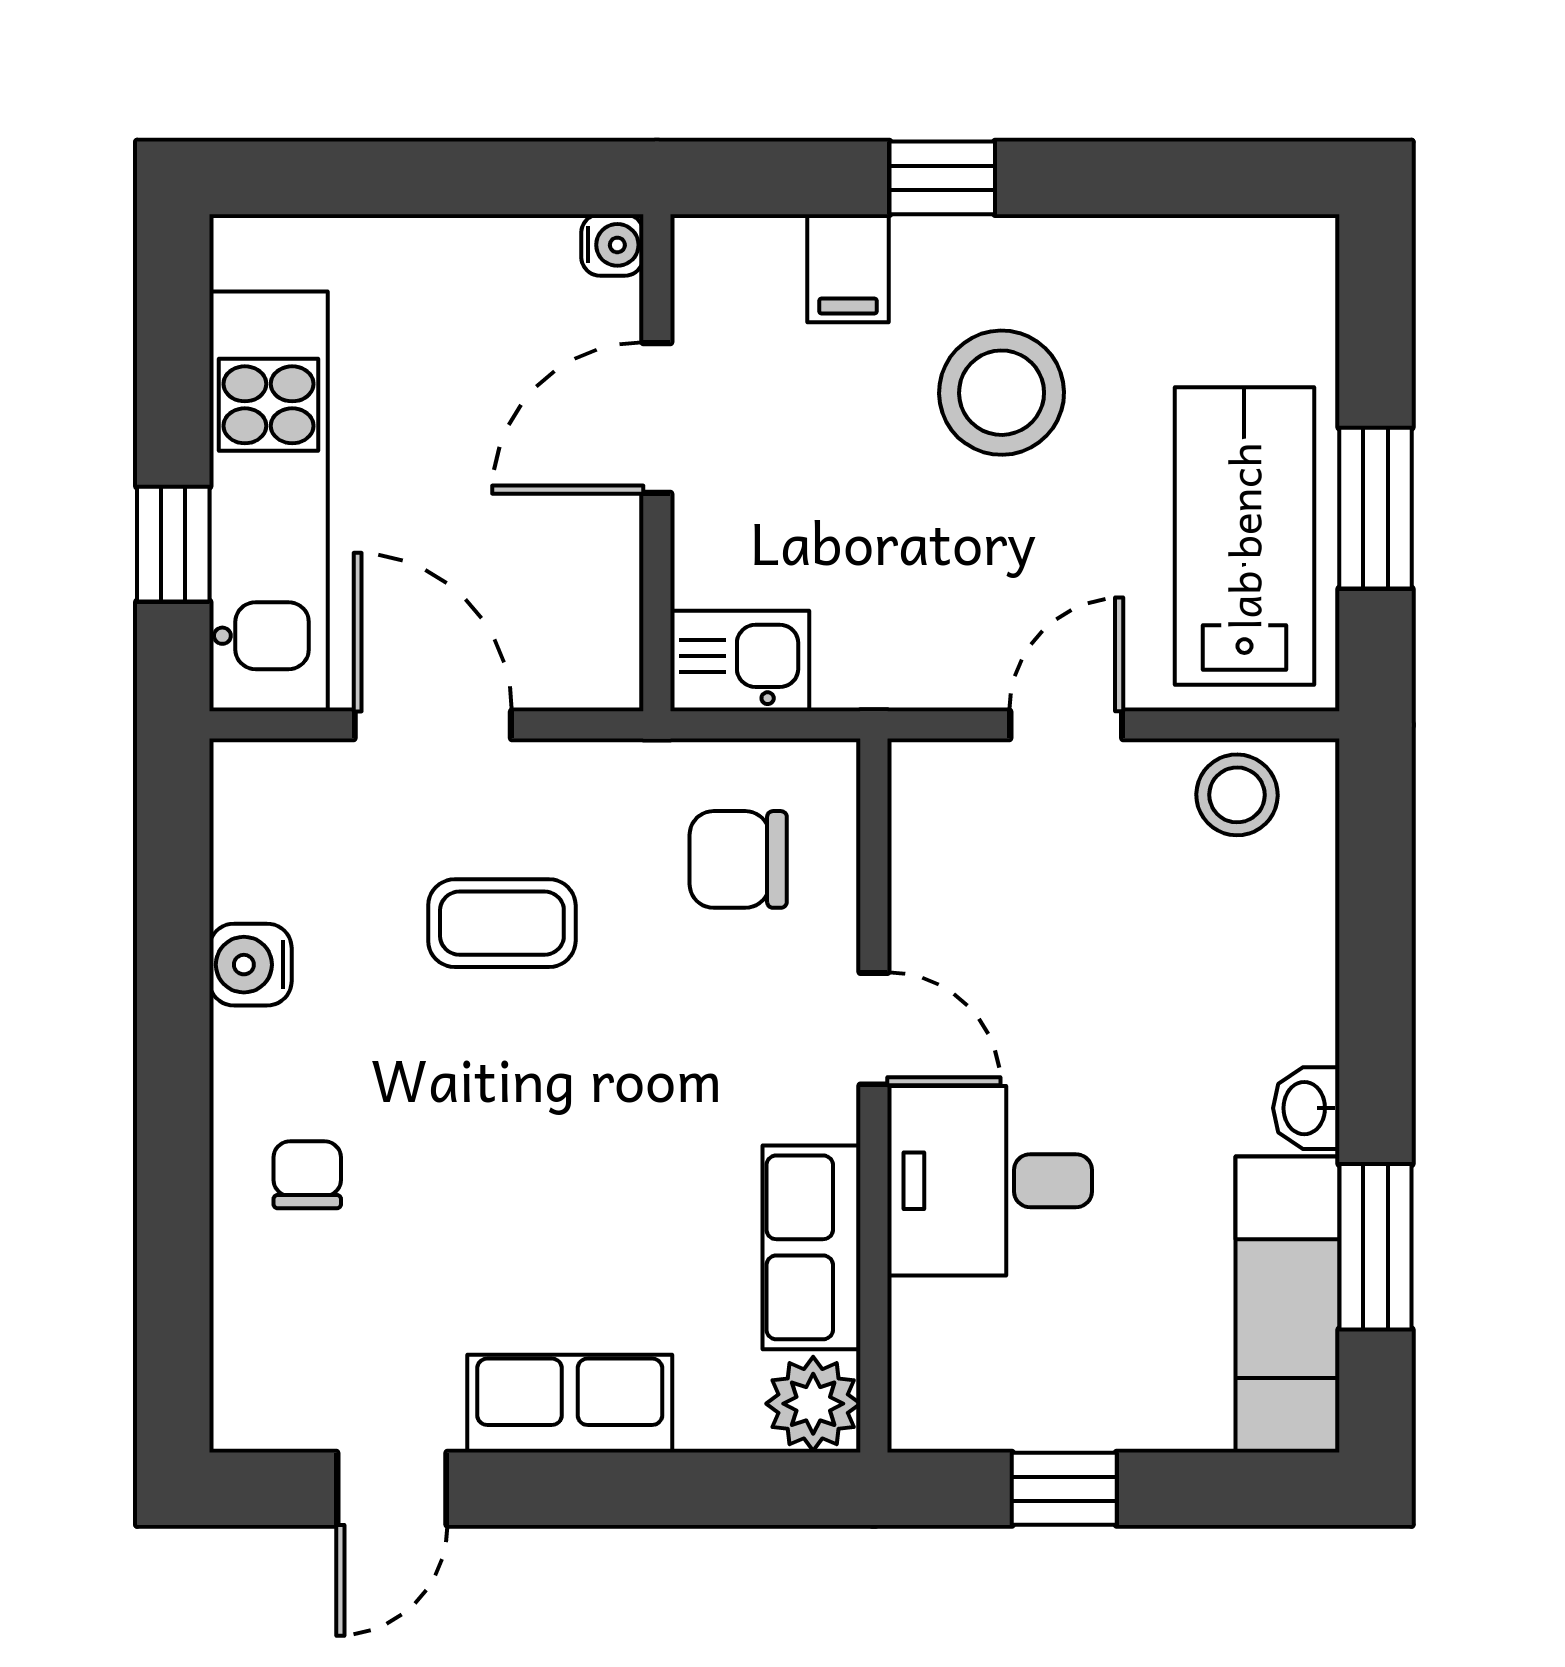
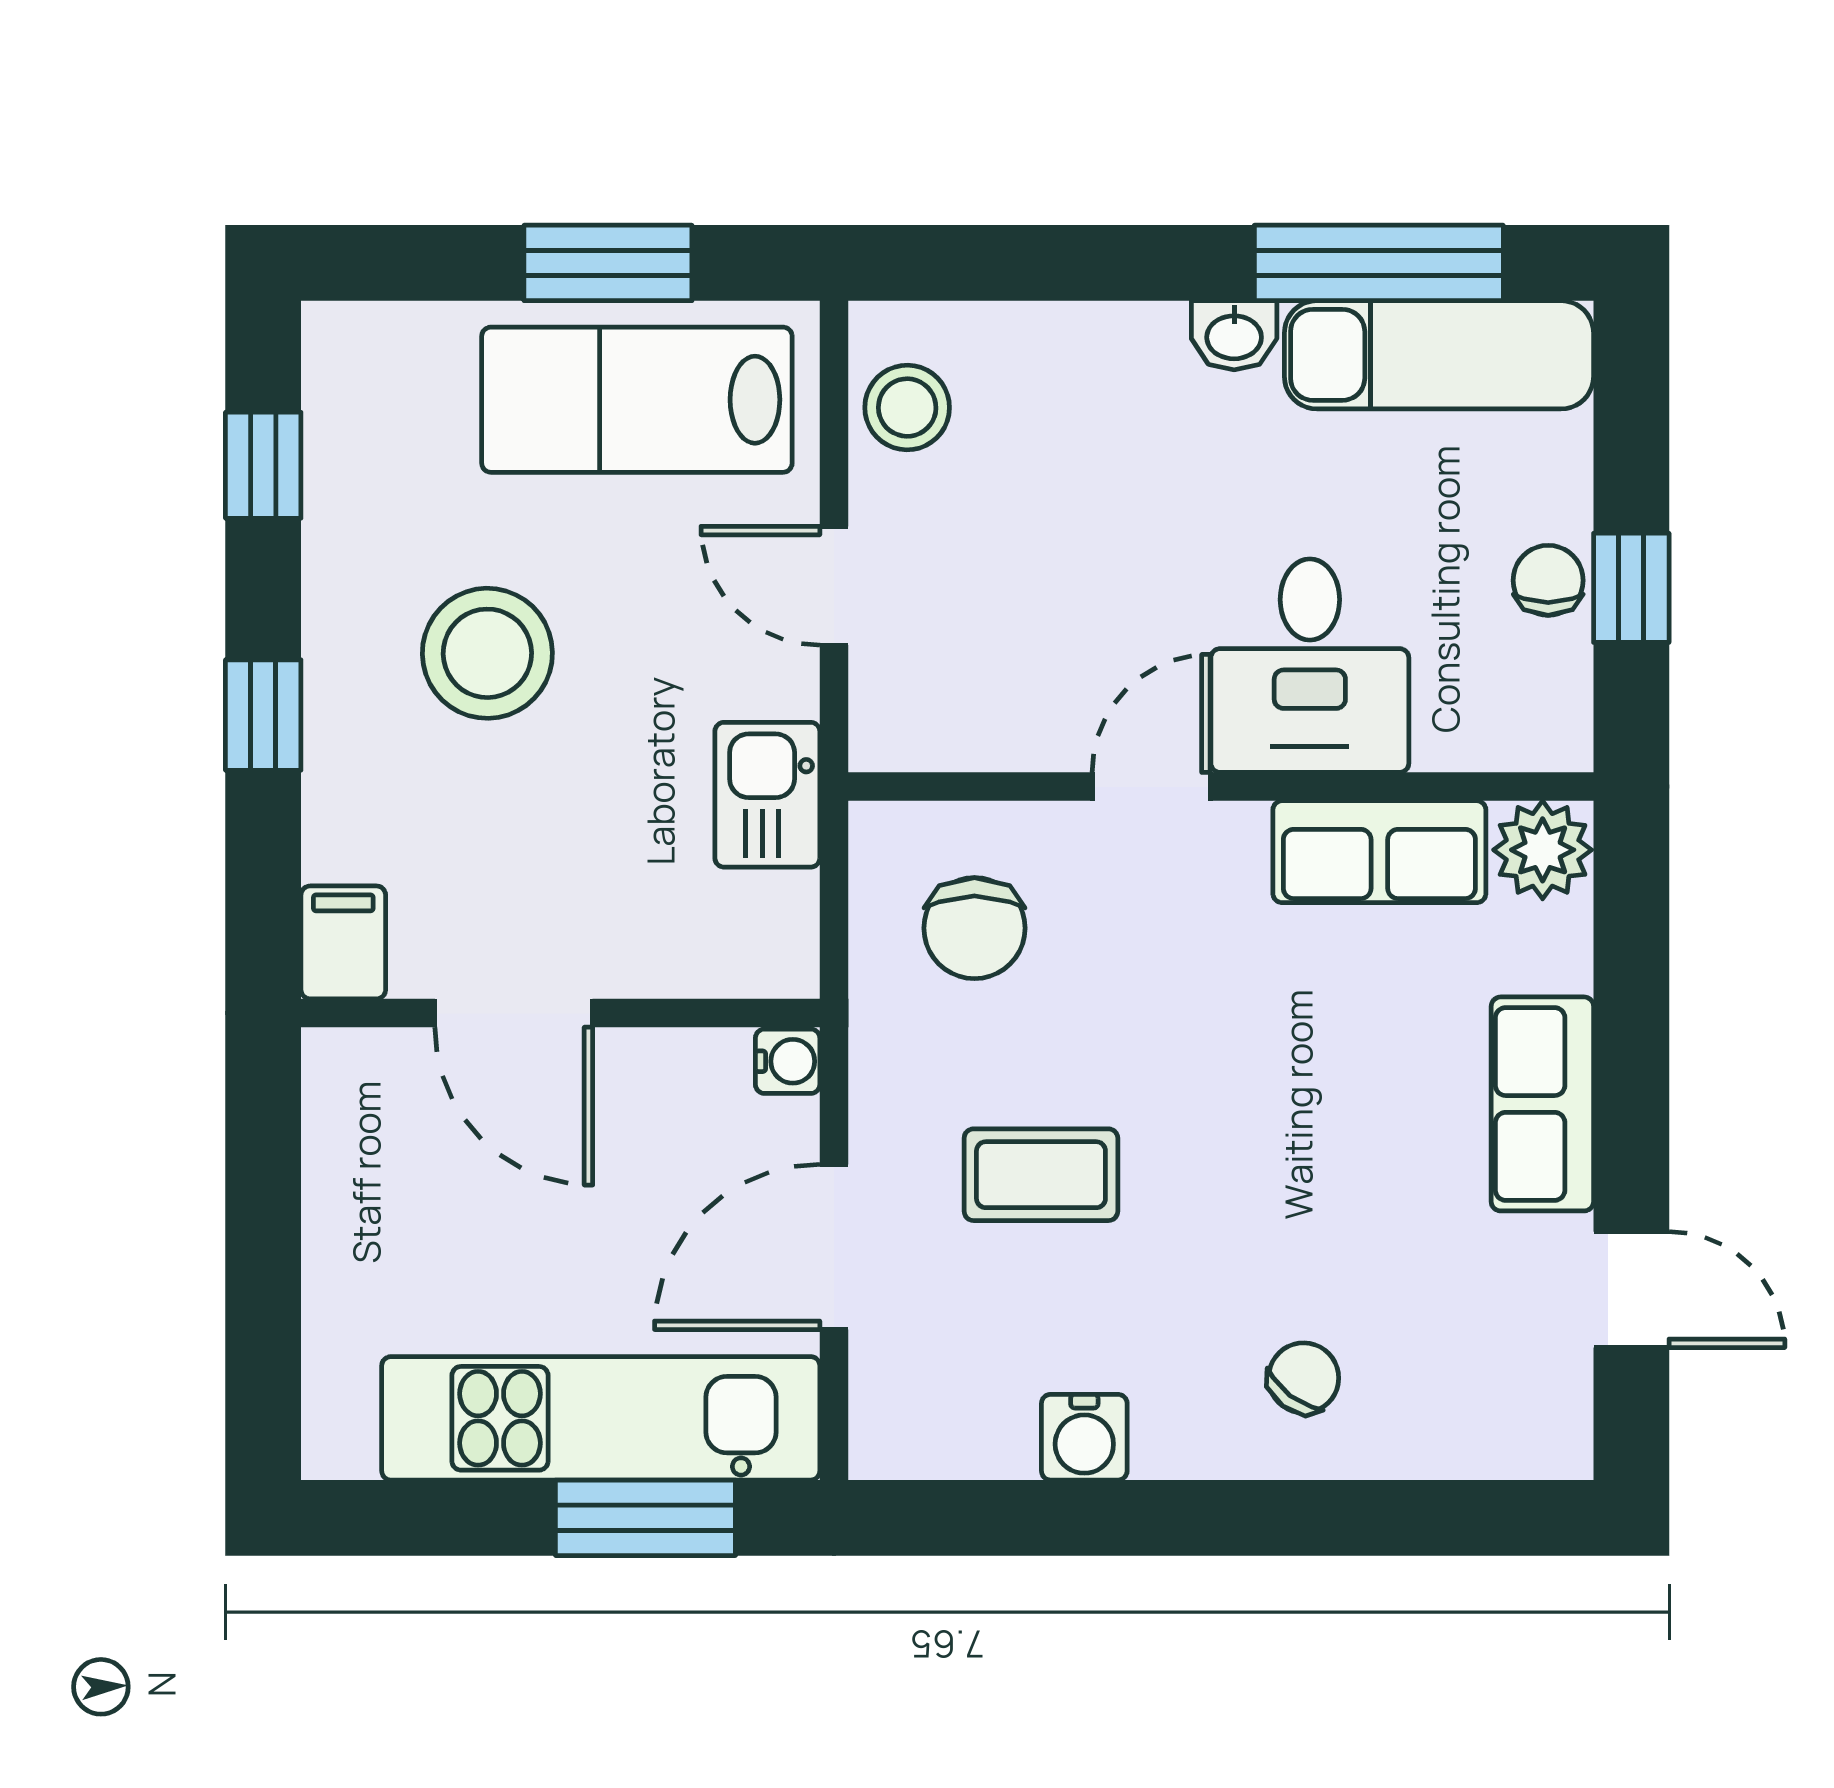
window: (1182, 178) -> (263, 465), added
water cooler: (612, 245) -> (788, 1061), moved, turned 90
filing cabinet: (848, 268) -> (343, 942), moved, turned -90
window: (173, 544) -> (645, 1518), width x1.50
kitchen sink: (740, 661) -> (767, 795), moved
coffee table: (502, 923) -> (1041, 1175), turned 90
chair: (307, 1175) -> (1304, 1378), turned 127
window: (1376, 1247) -> (1379, 263), width x1.44
chair: (1071, 1409) -> (1548, 580), added

